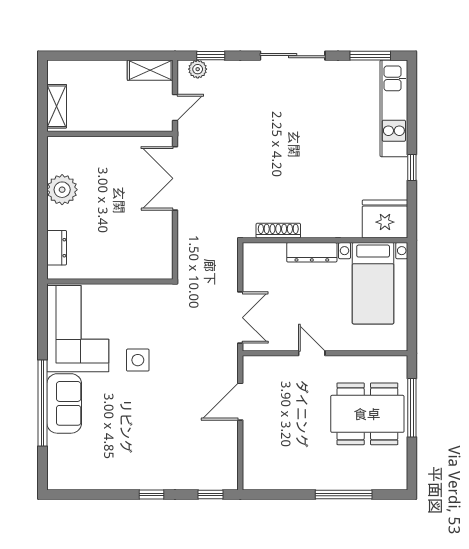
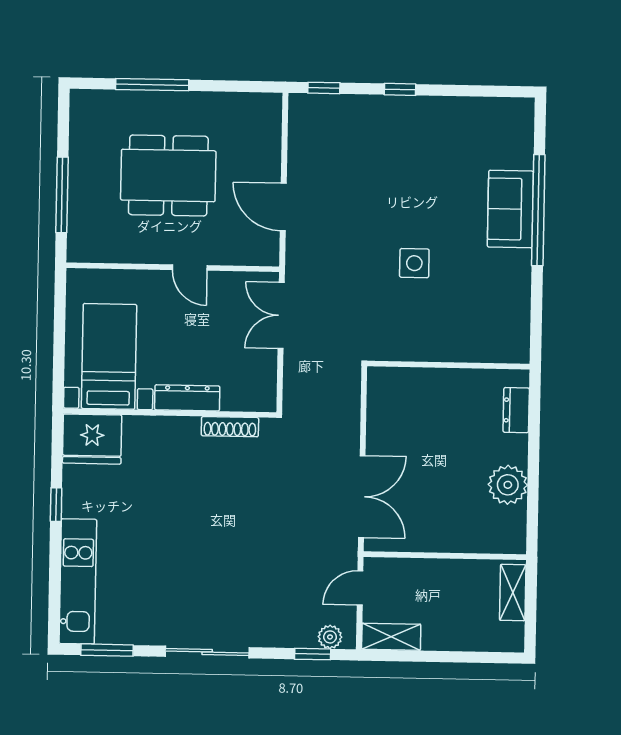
corner sofa: (78, 329) -> (491, 305), removed
door: (240, 402) -> (283, 207), swing flipped
dining table: (367, 414) -> (168, 175), moved

